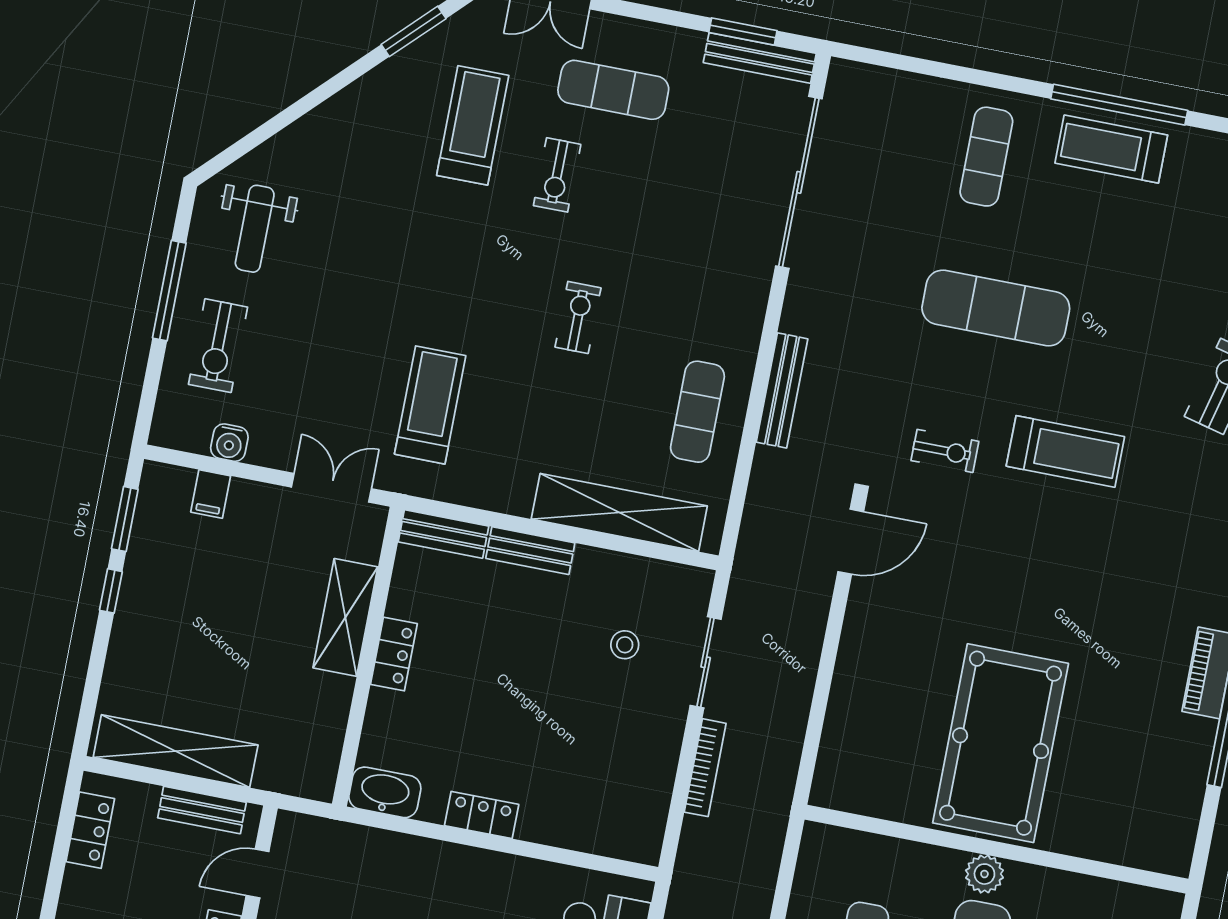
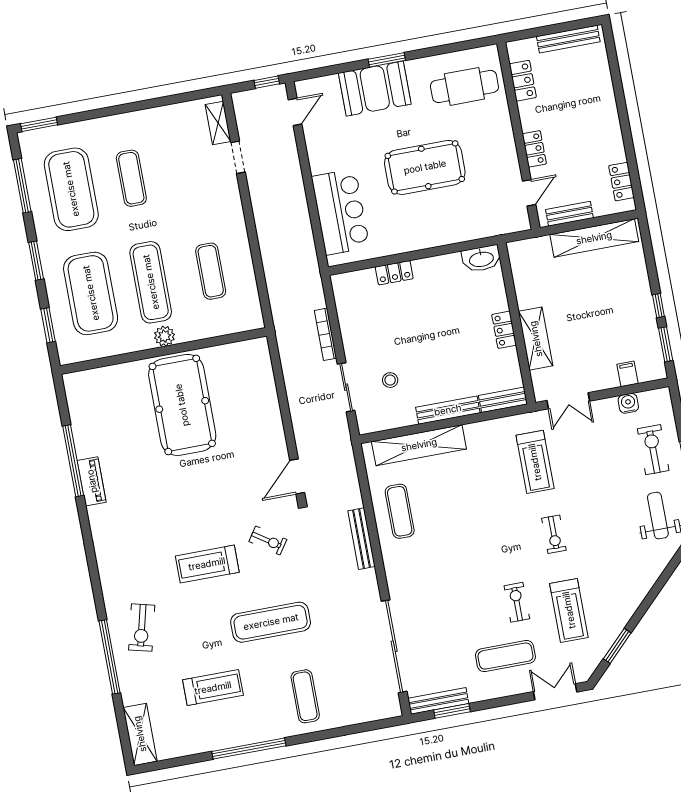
treadmill: (1111, 149) -> (213, 688), moved
exercise bike: (578, 317) -> (554, 534), moved
exercise bike: (945, 451) -> (268, 540), turned -146
bench: (530, 551) -> (448, 410), width x1.36
locker: (482, 815) -> (394, 273), moved

